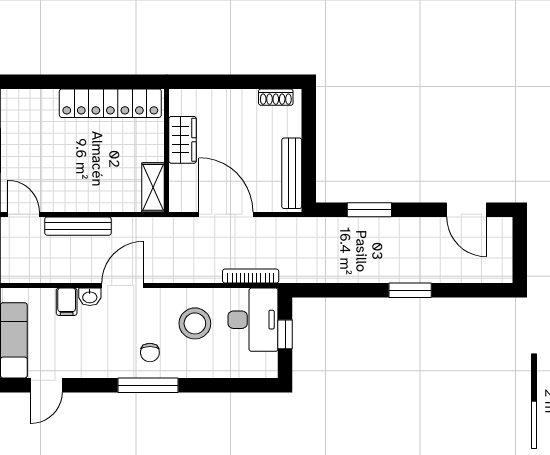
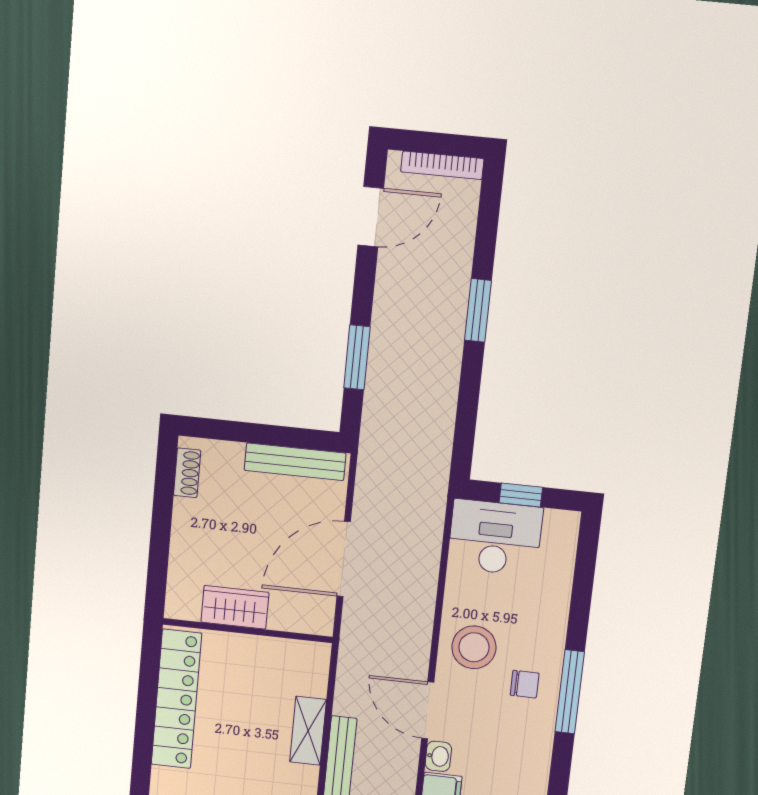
shelving: (153, 187) -> (308, 731), moved, turned 90
bookcase: (251, 276) -> (442, 165), moved, turned -90
stool: (195, 323) -> (474, 647), moved

